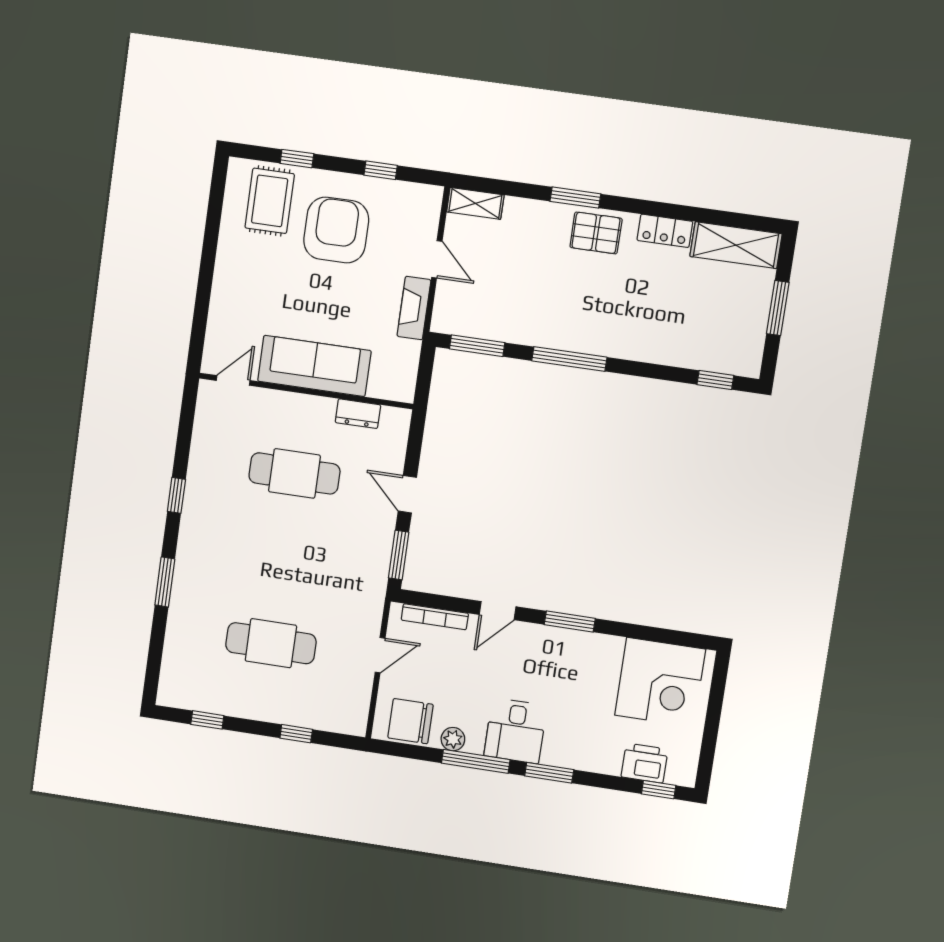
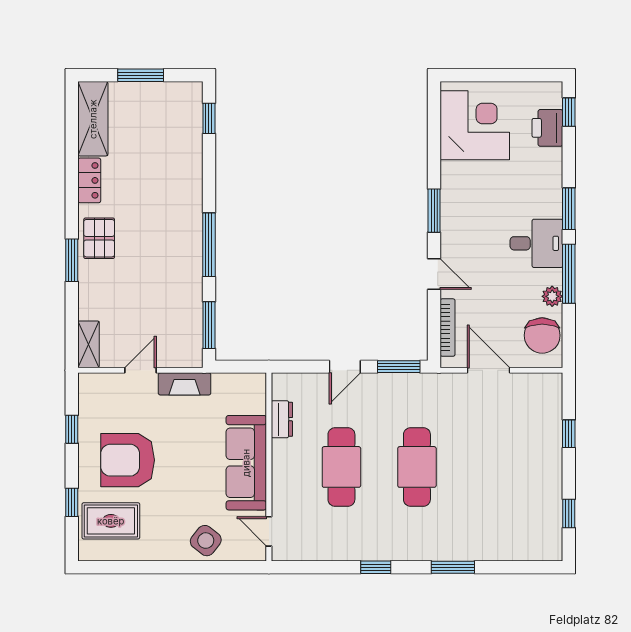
side table: (232, 307) -> (206, 541), added
cafe table: (271, 643) -> (417, 467), moved
door: (380, 655) -> (488, 370), width x1.38

